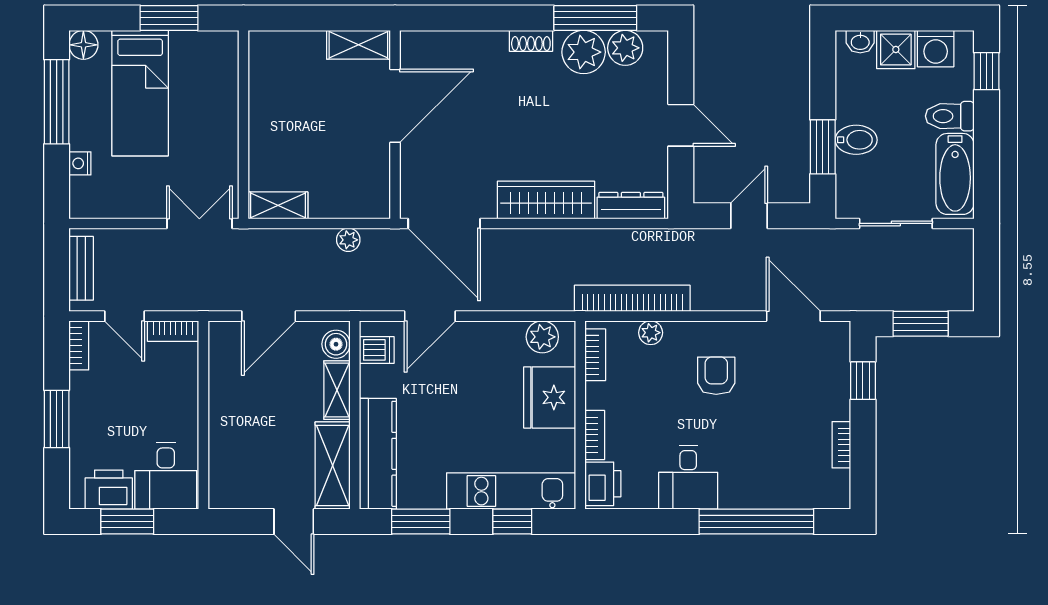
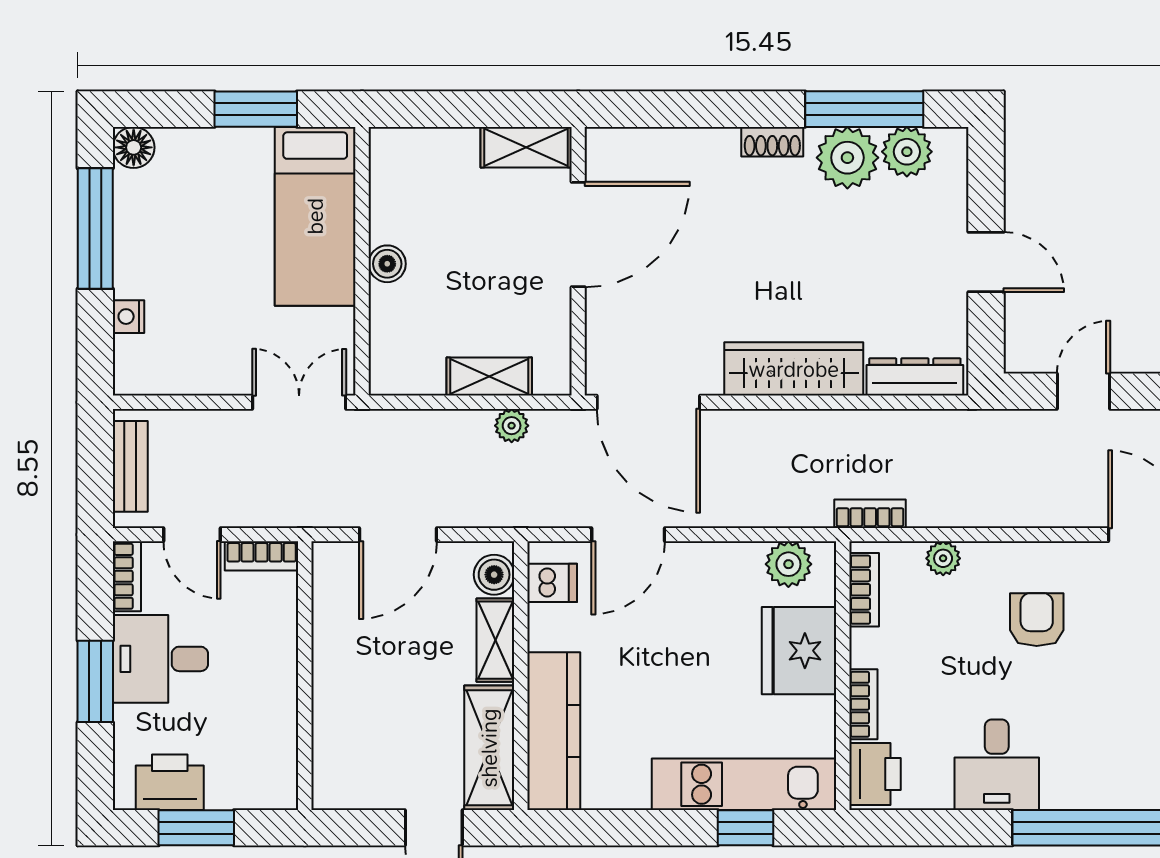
bed: (140, 93) -> (315, 216), moved
boiler: (261, 126) -> (387, 264), added
shelving: (278, 205) -> (489, 377), moved
bookcase: (632, 298) -> (870, 514), width x0.43, depth x0.76
desk: (166, 476) -> (160, 659), moved, turned 90
window: (421, 522) -> (615, 828), removed

